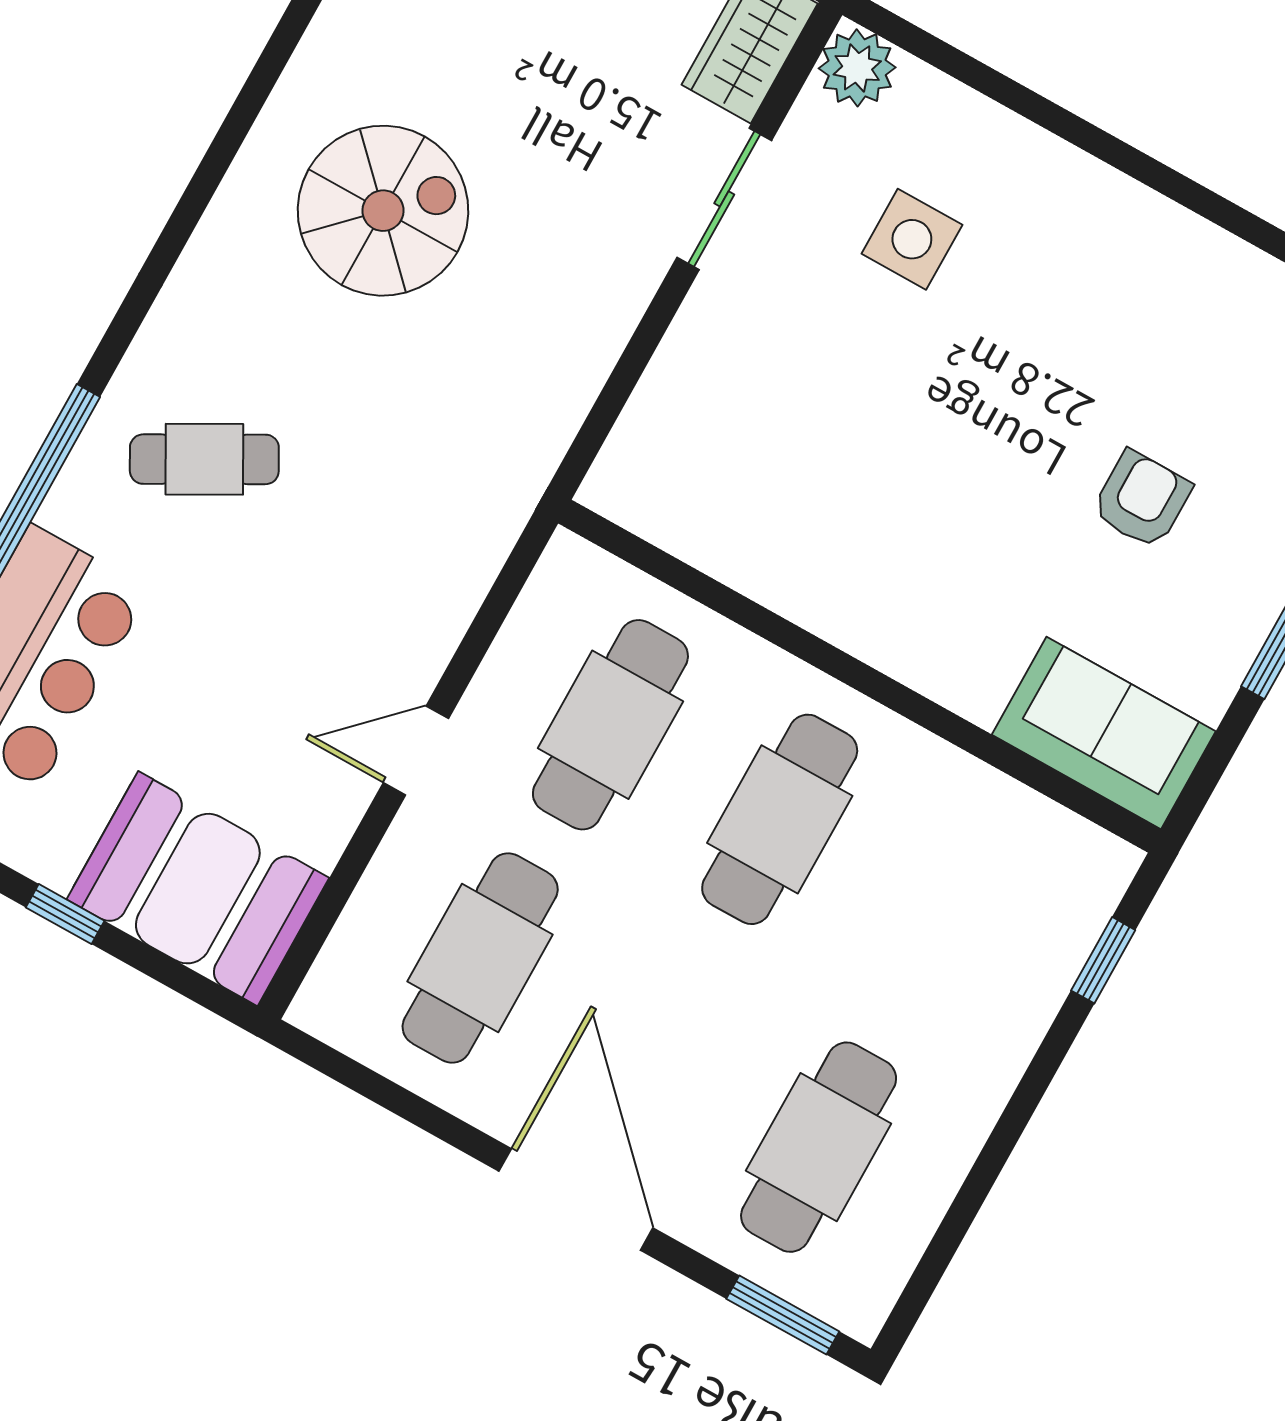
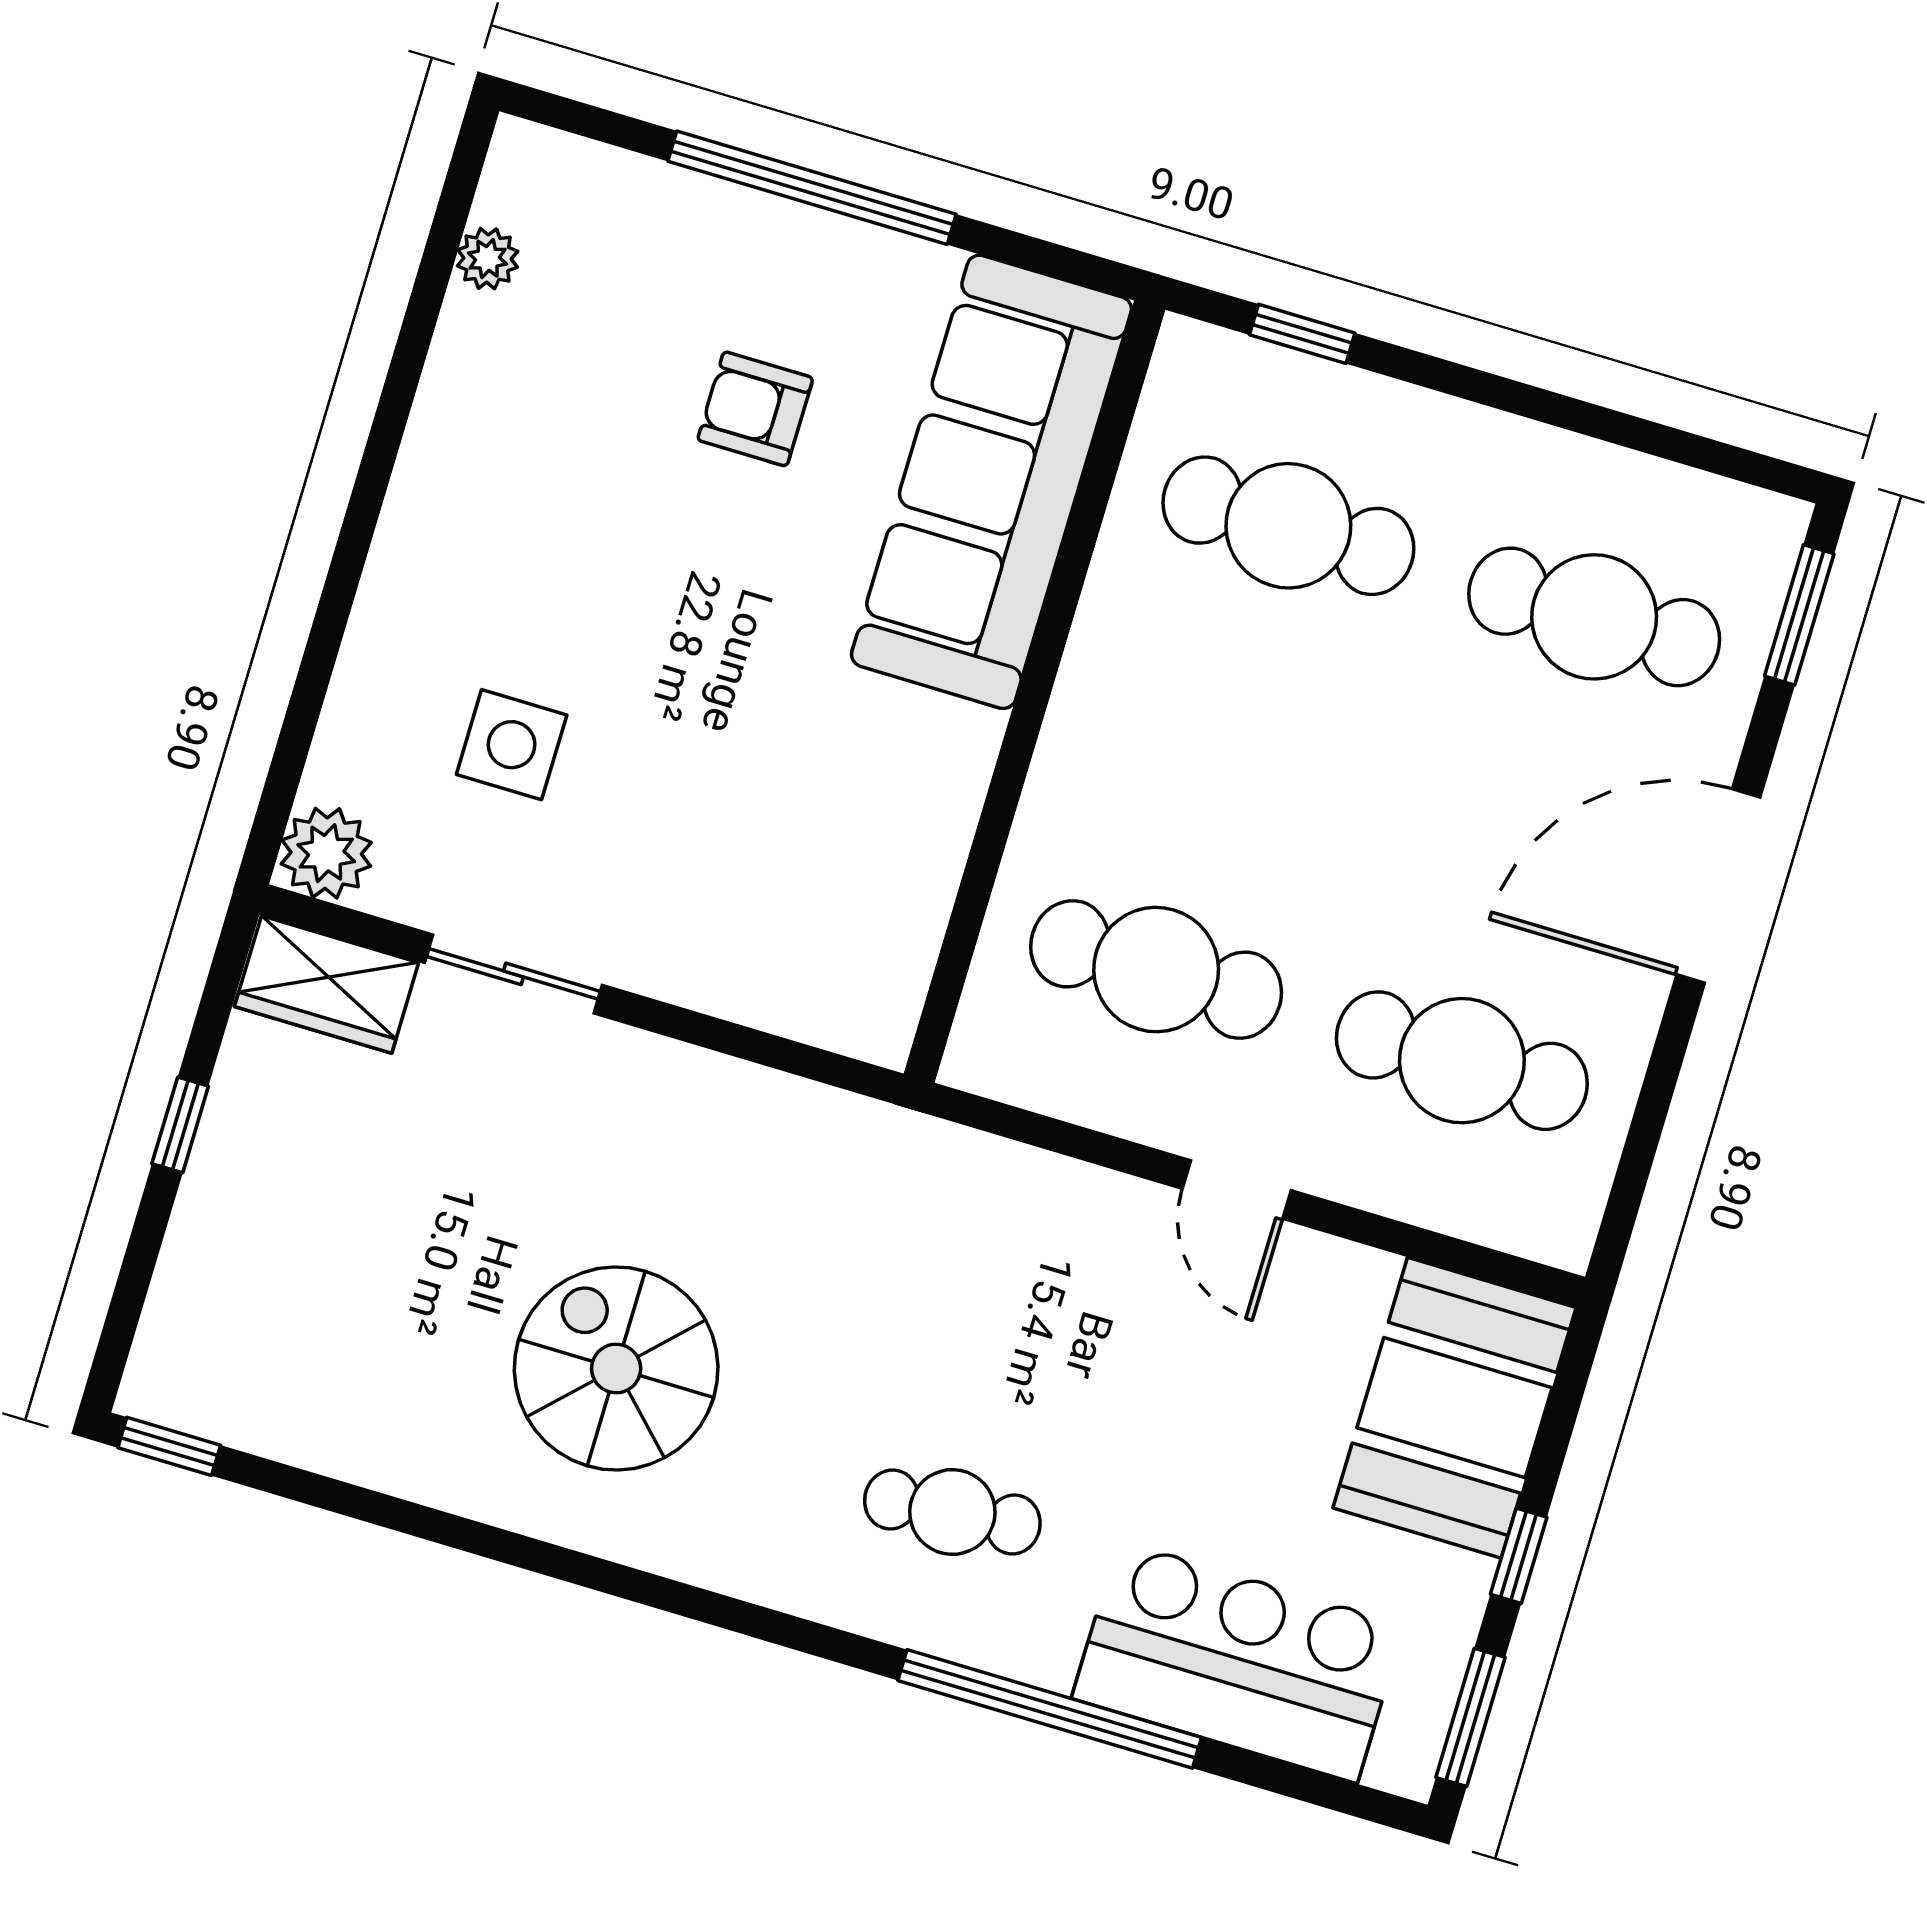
cafe table: (204, 459) -> (952, 1512), turned -66
sofa: (1104, 733) -> (991, 482), width x1.85, depth x1.27
cafe table: (780, 819) -> (1288, 526), moved

